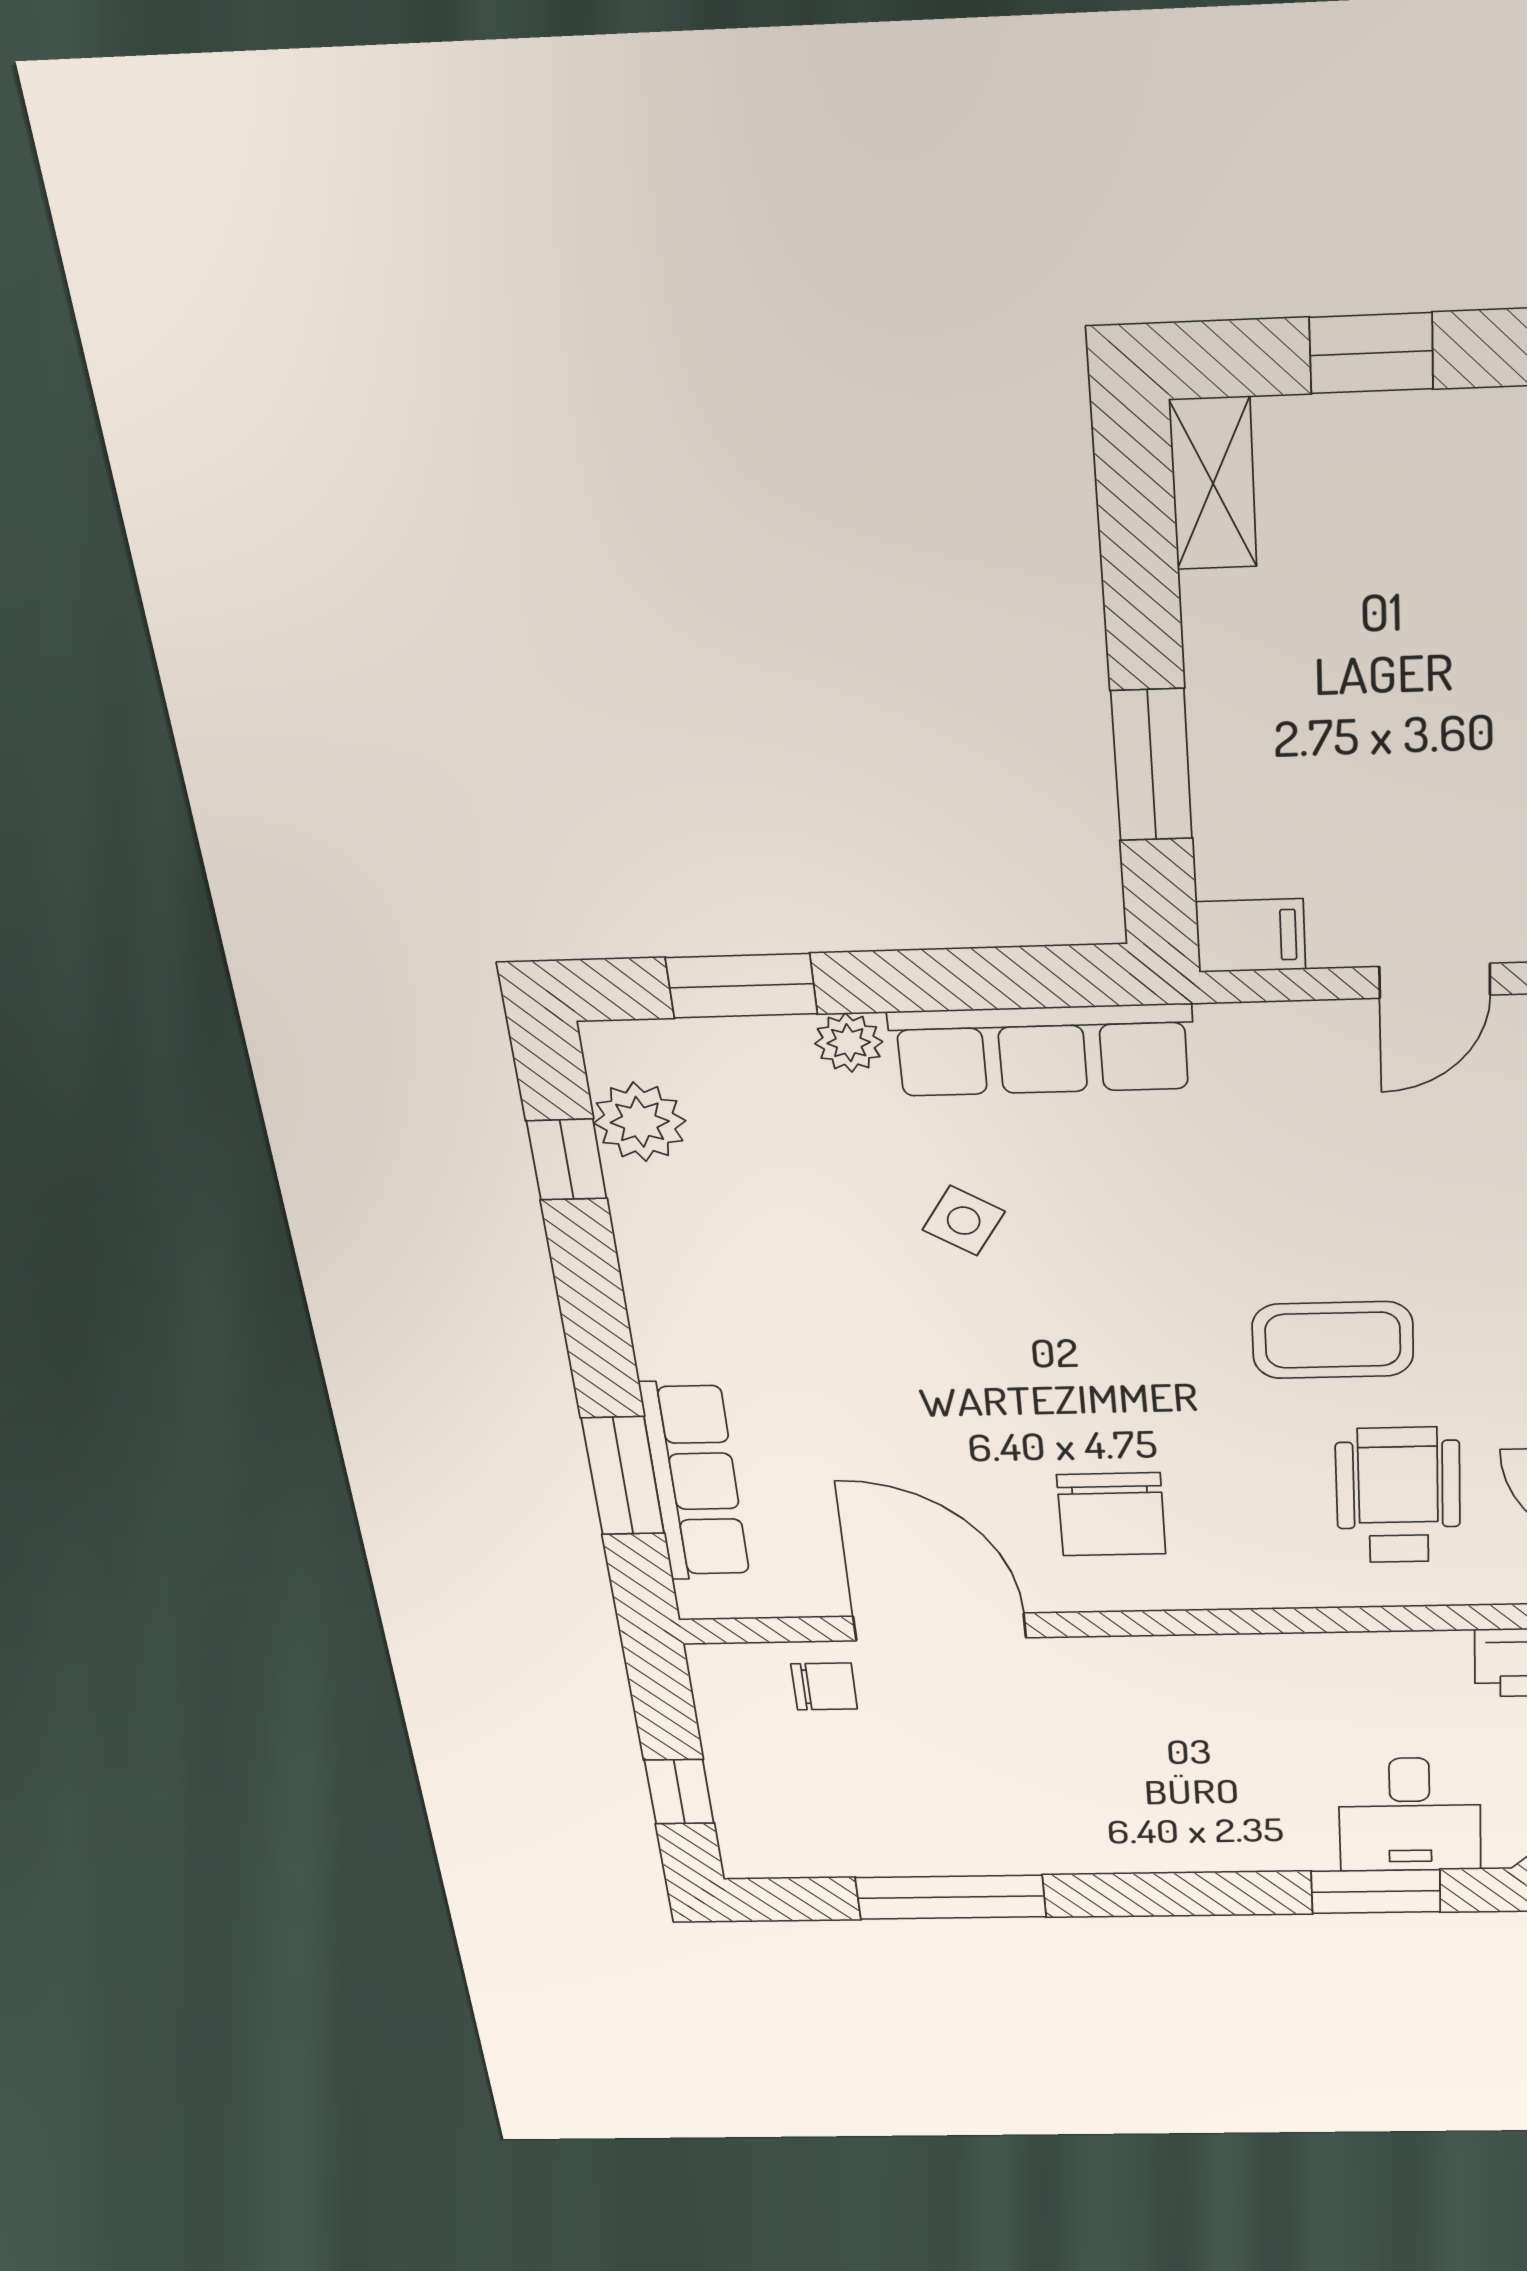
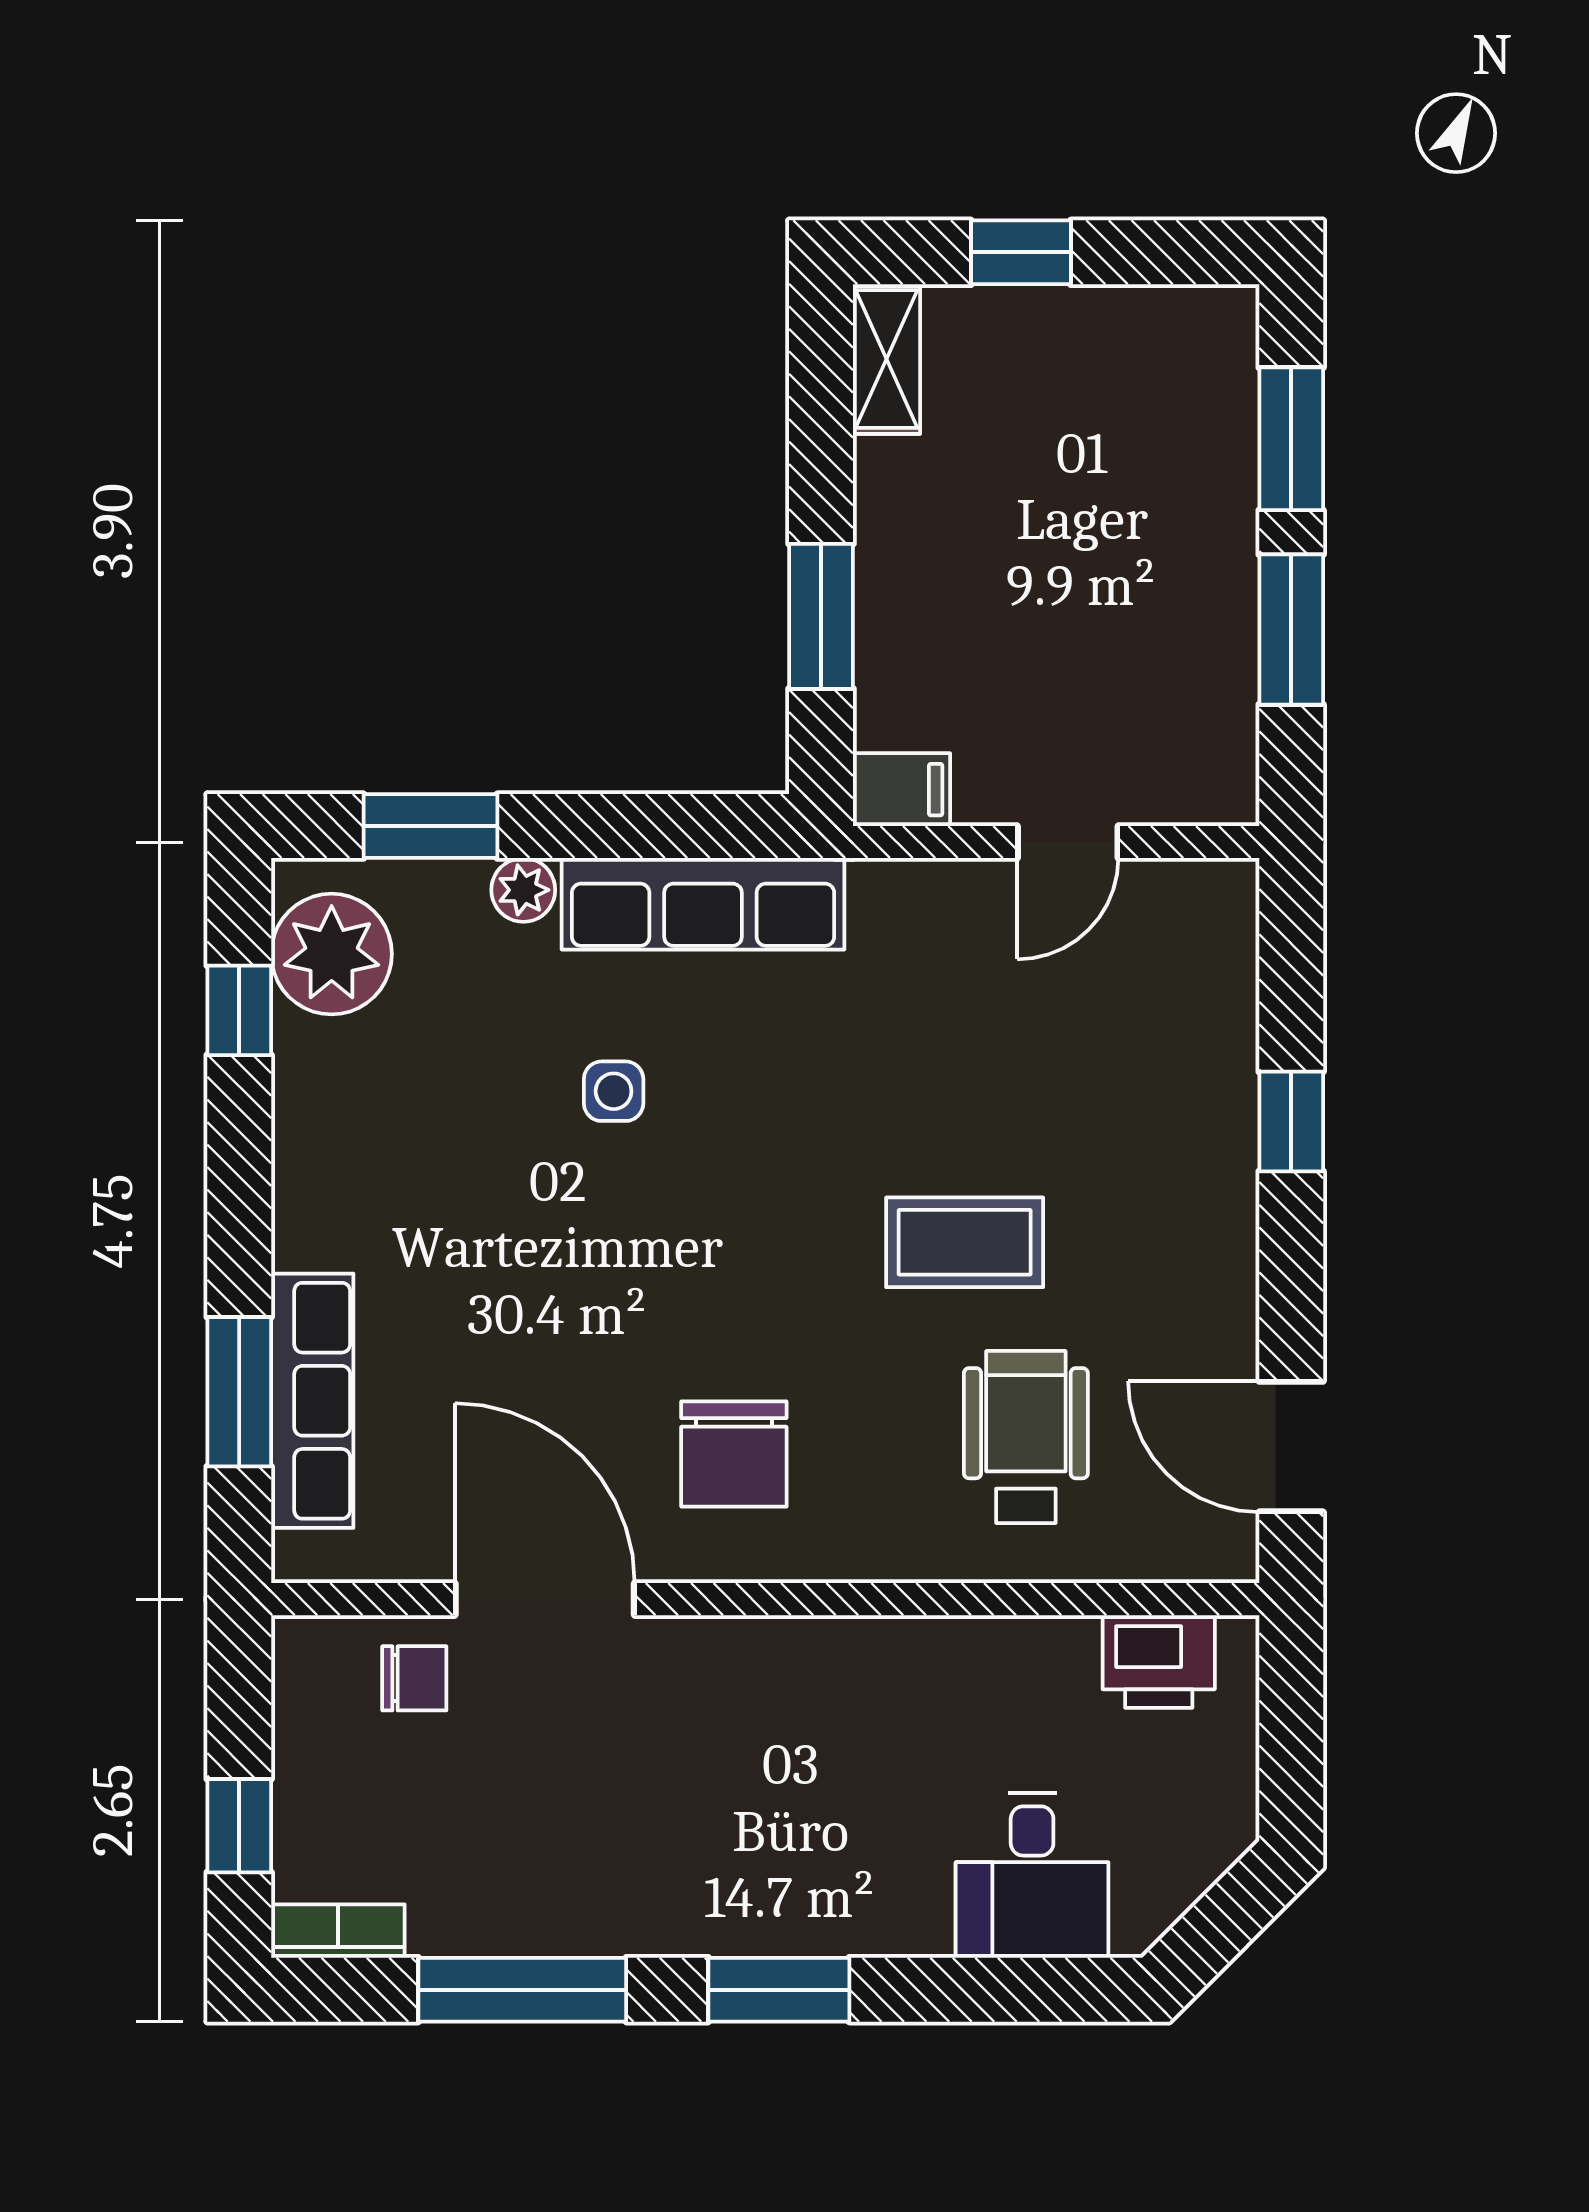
plant: (640, 1122) -> (332, 954), width x1.36, depth x1.36
side table: (964, 1221) -> (614, 1091), turned -32
bookcase: (780, 1861) -> (338, 1931), added
window: (1376, 1892) -> (779, 1990), moved

